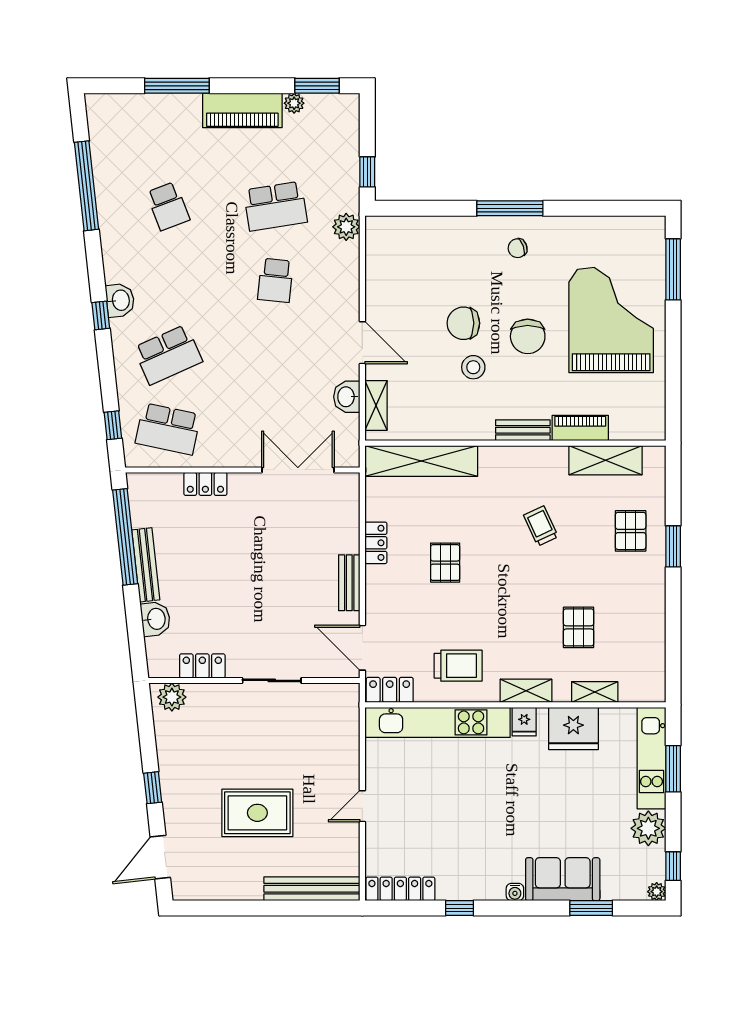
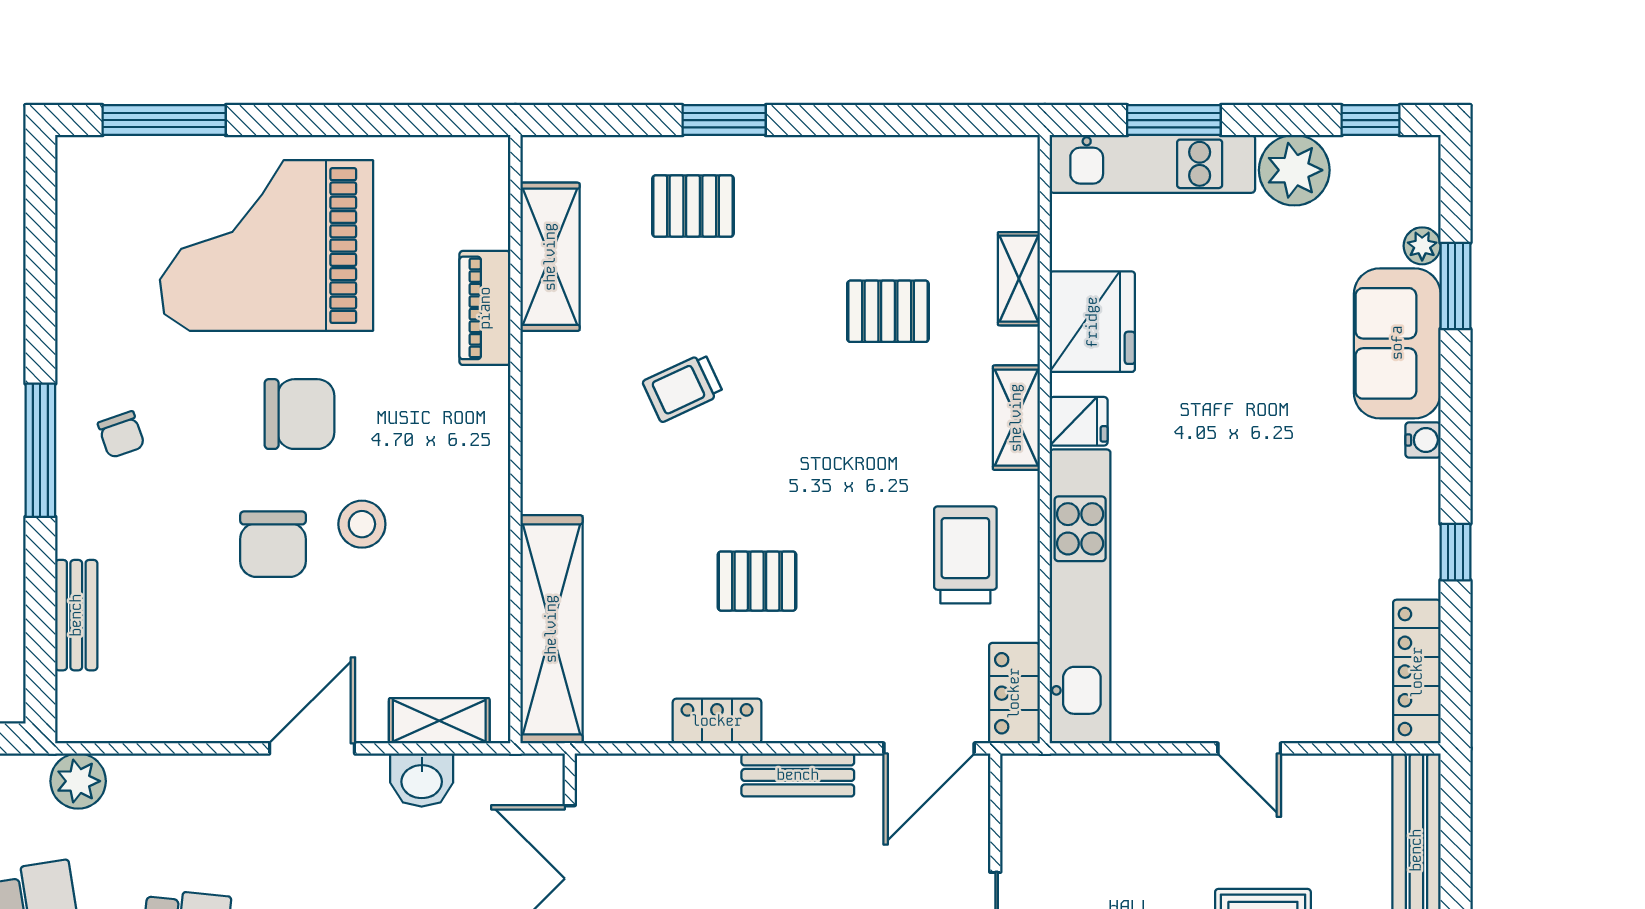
bench: (523, 430) -> (76, 615), moved
plant: (657, 892) -> (1422, 246), moved

